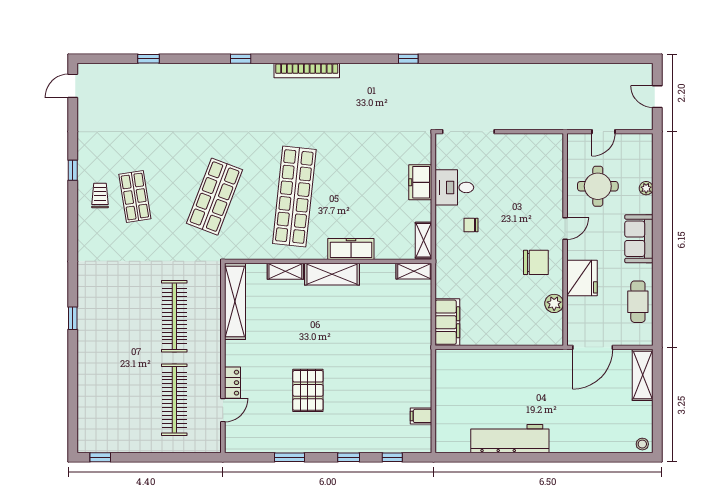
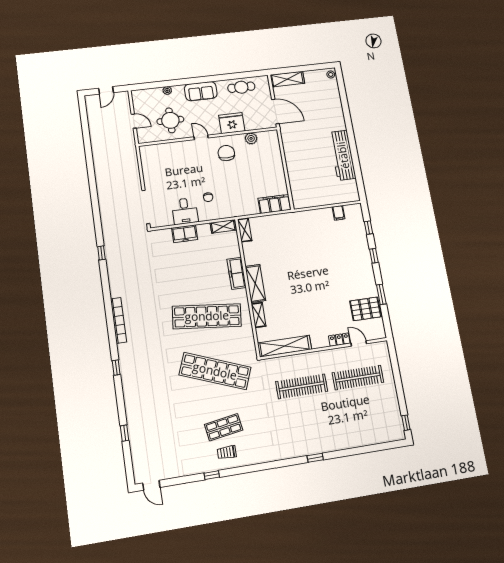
shop shelf: (215, 197) -> (215, 371), width x1.40
pallet: (308, 390) -> (365, 309), moved

